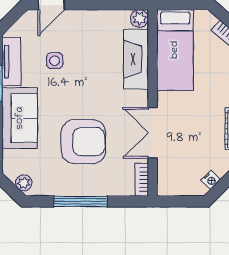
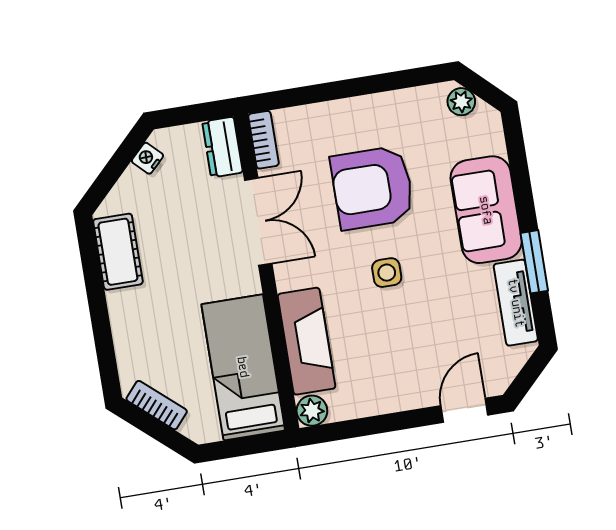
side table: (55, 61) -> (387, 273), moved
dresser: (166, 179) -> (222, 147), added
window: (80, 201) -> (361, 86), removed

